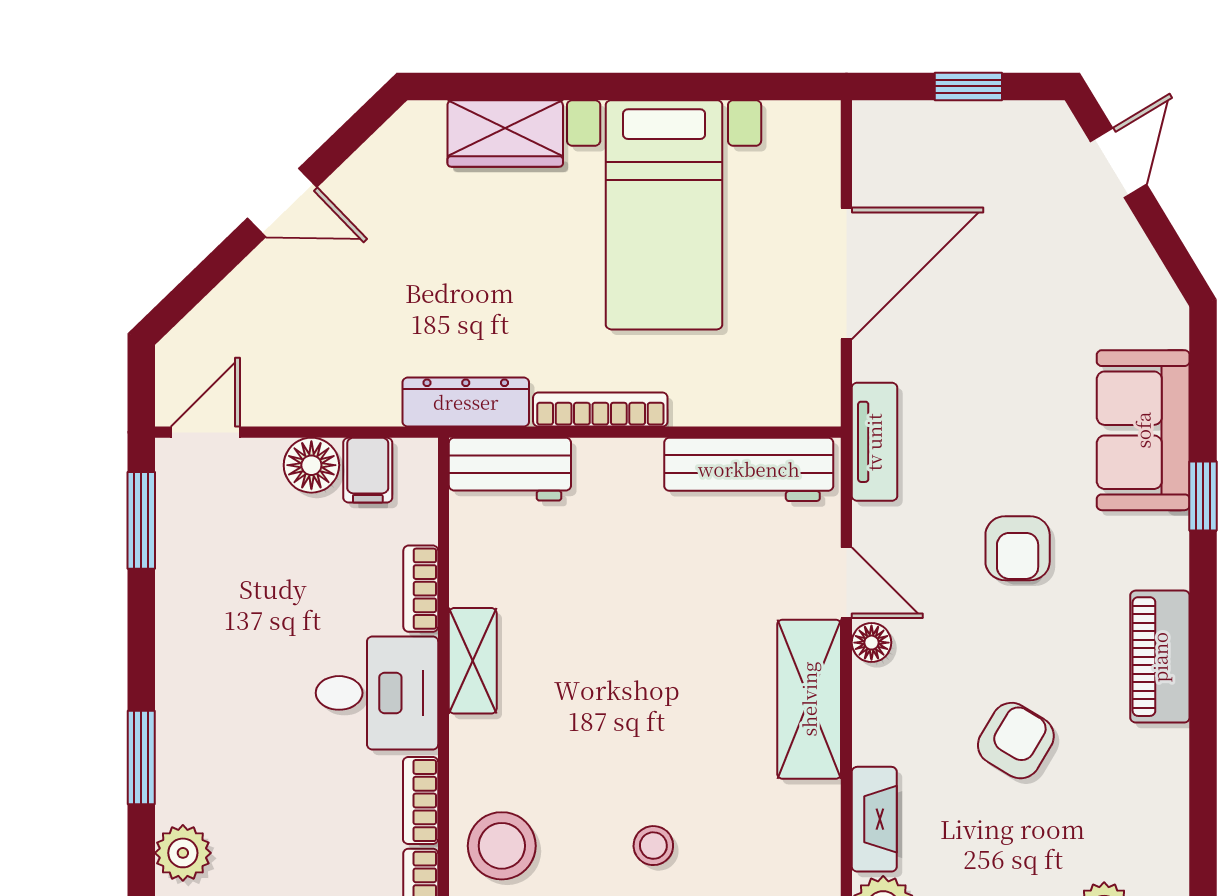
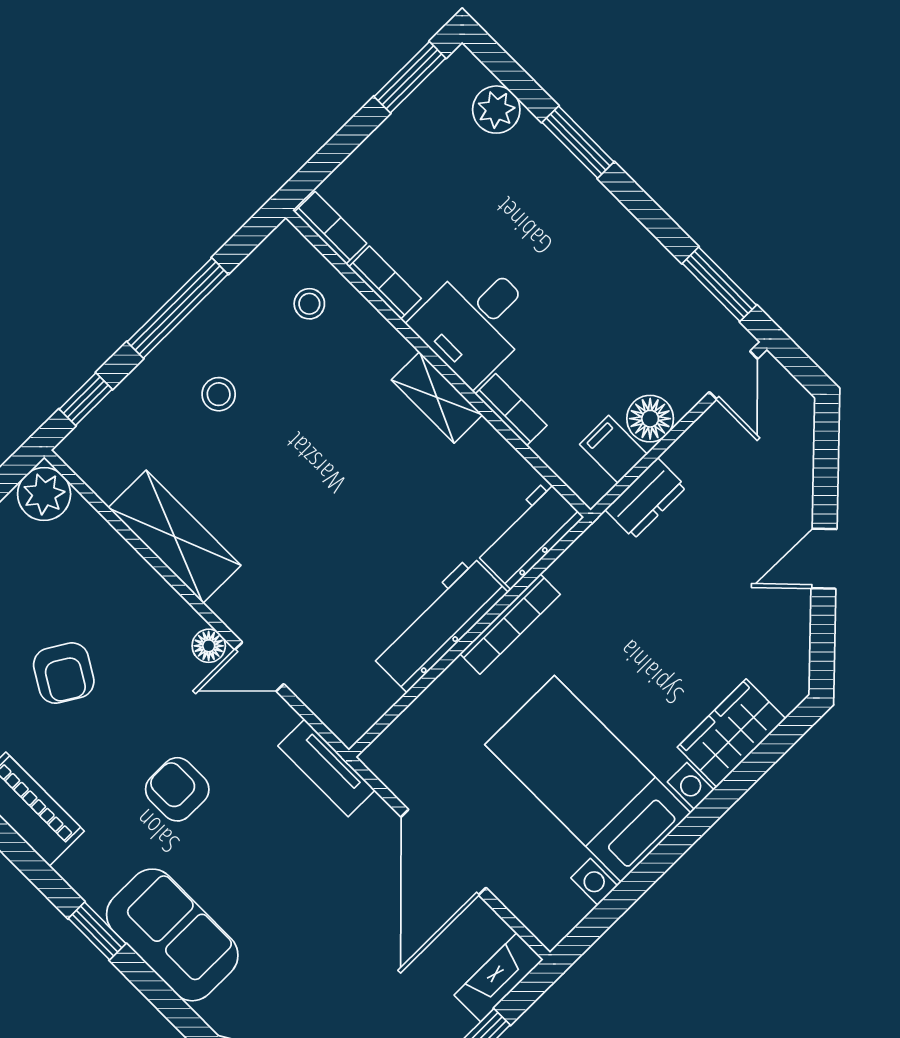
dresser: (466, 402) -> (646, 498), moved, width x0.70
workbench: (749, 469) -> (439, 624), moved
shelving: (809, 699) -> (175, 537), moved
fireplace: (874, 819) -> (499, 977), moved, turned 90
stool: (502, 846) -> (309, 304), width x0.53, depth x0.53

